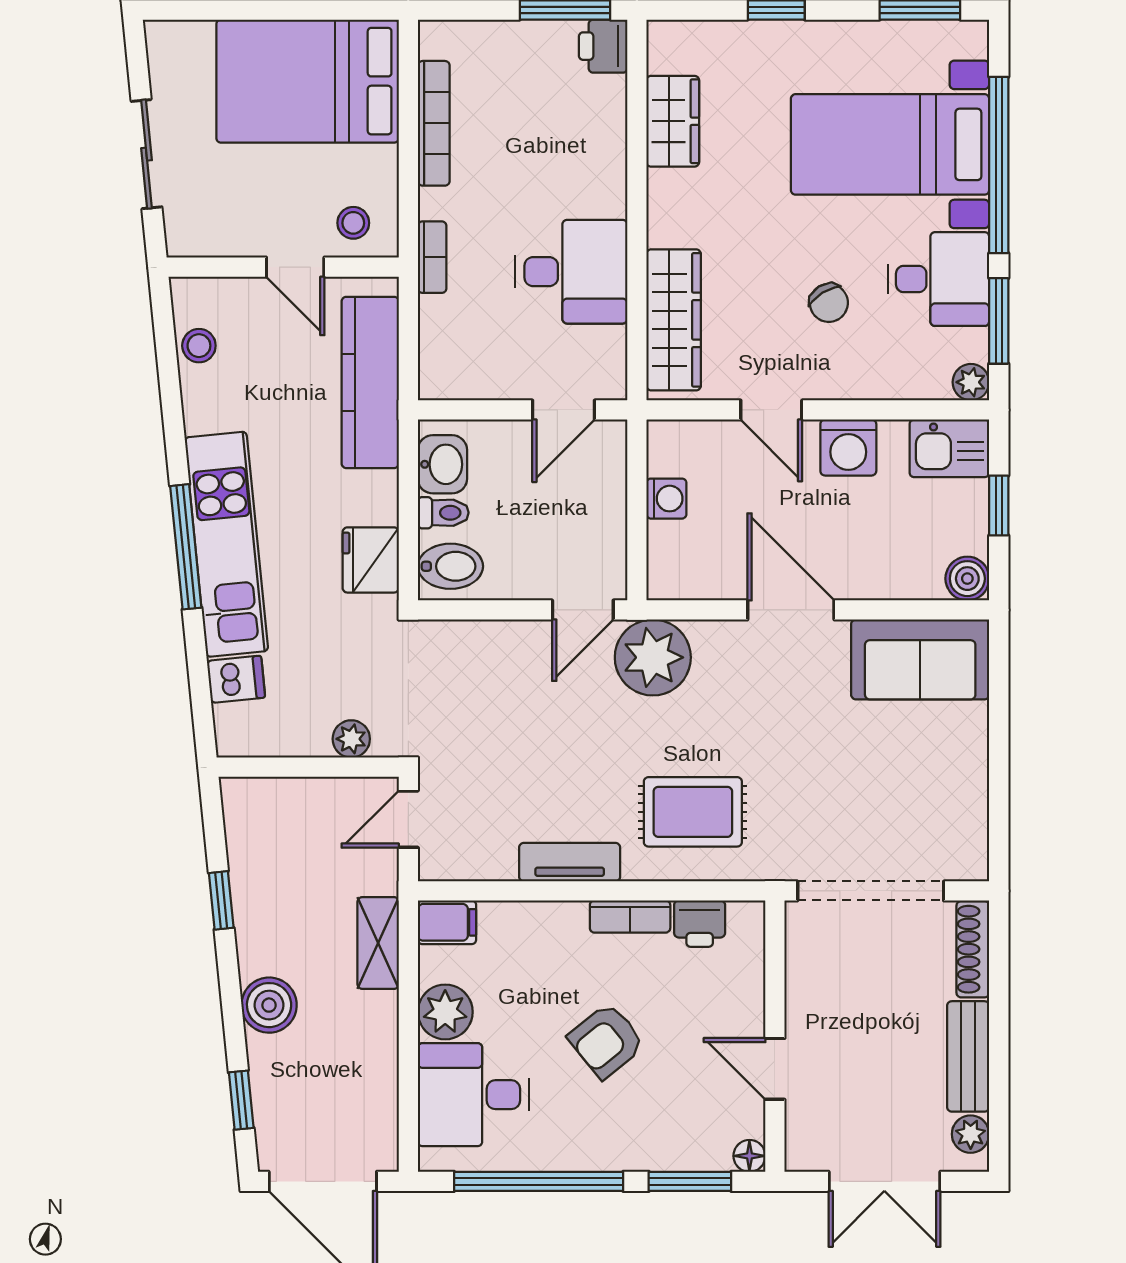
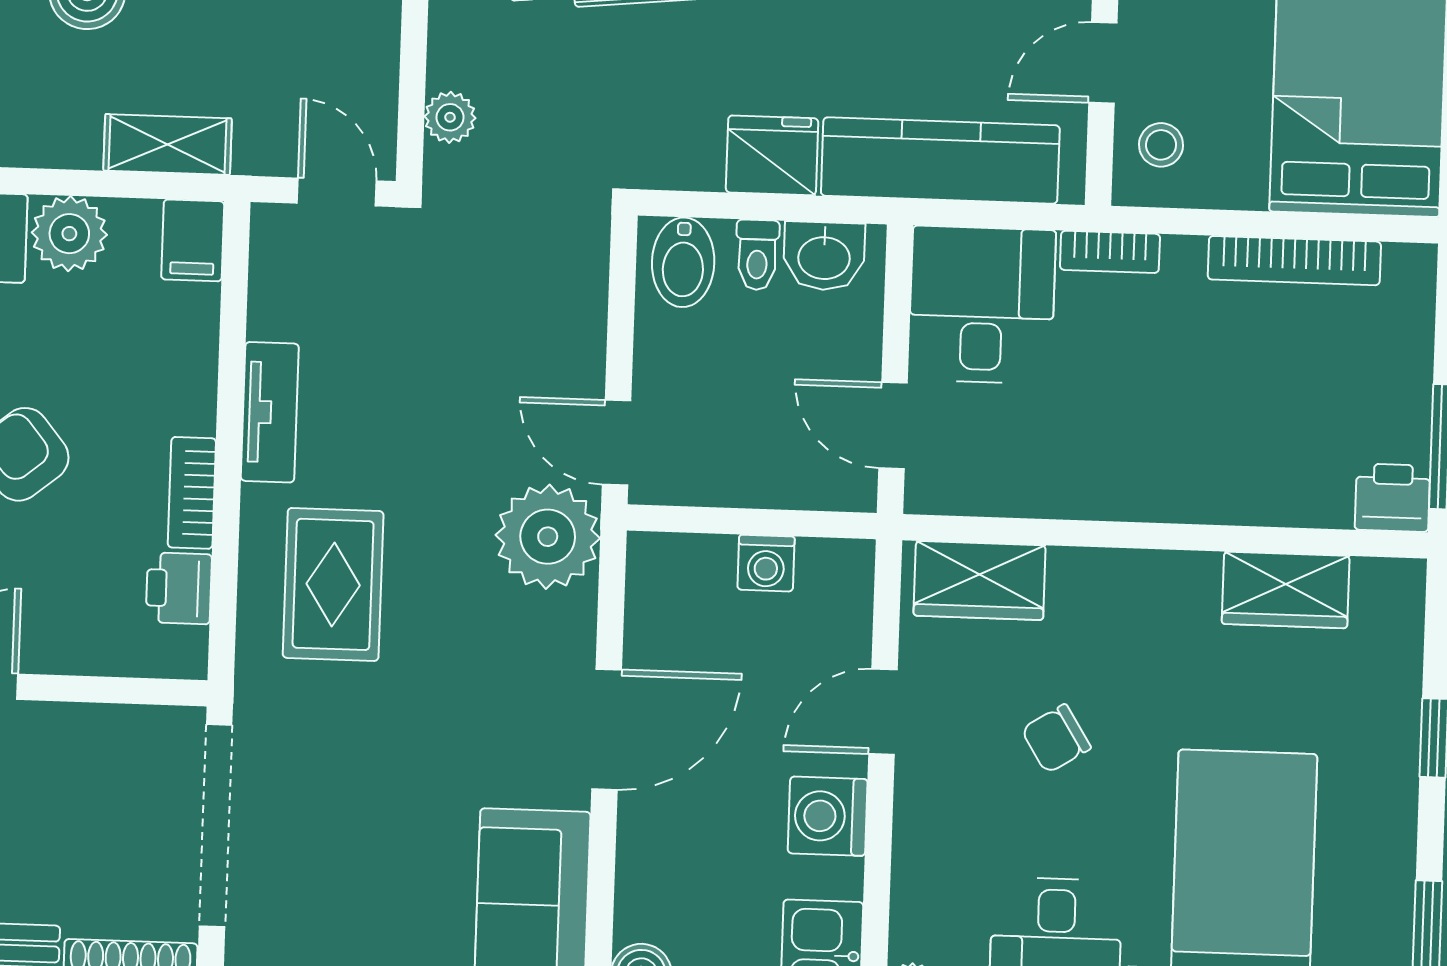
desk: (571, 272) -> (982, 305), moved, turned 180
chair: (829, 303) -> (1056, 739), moved
wardrobe: (674, 320) -> (980, 580), width x0.67
fridge: (371, 560) -> (772, 155), moved

